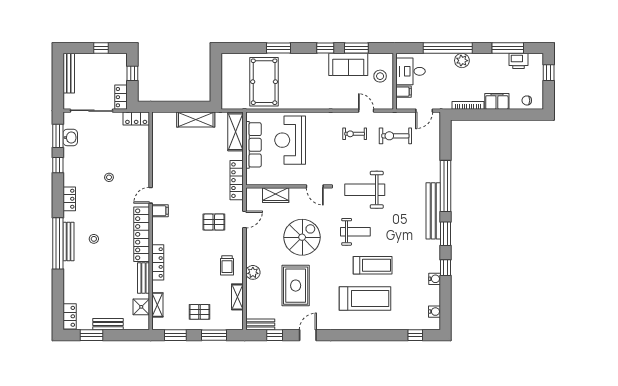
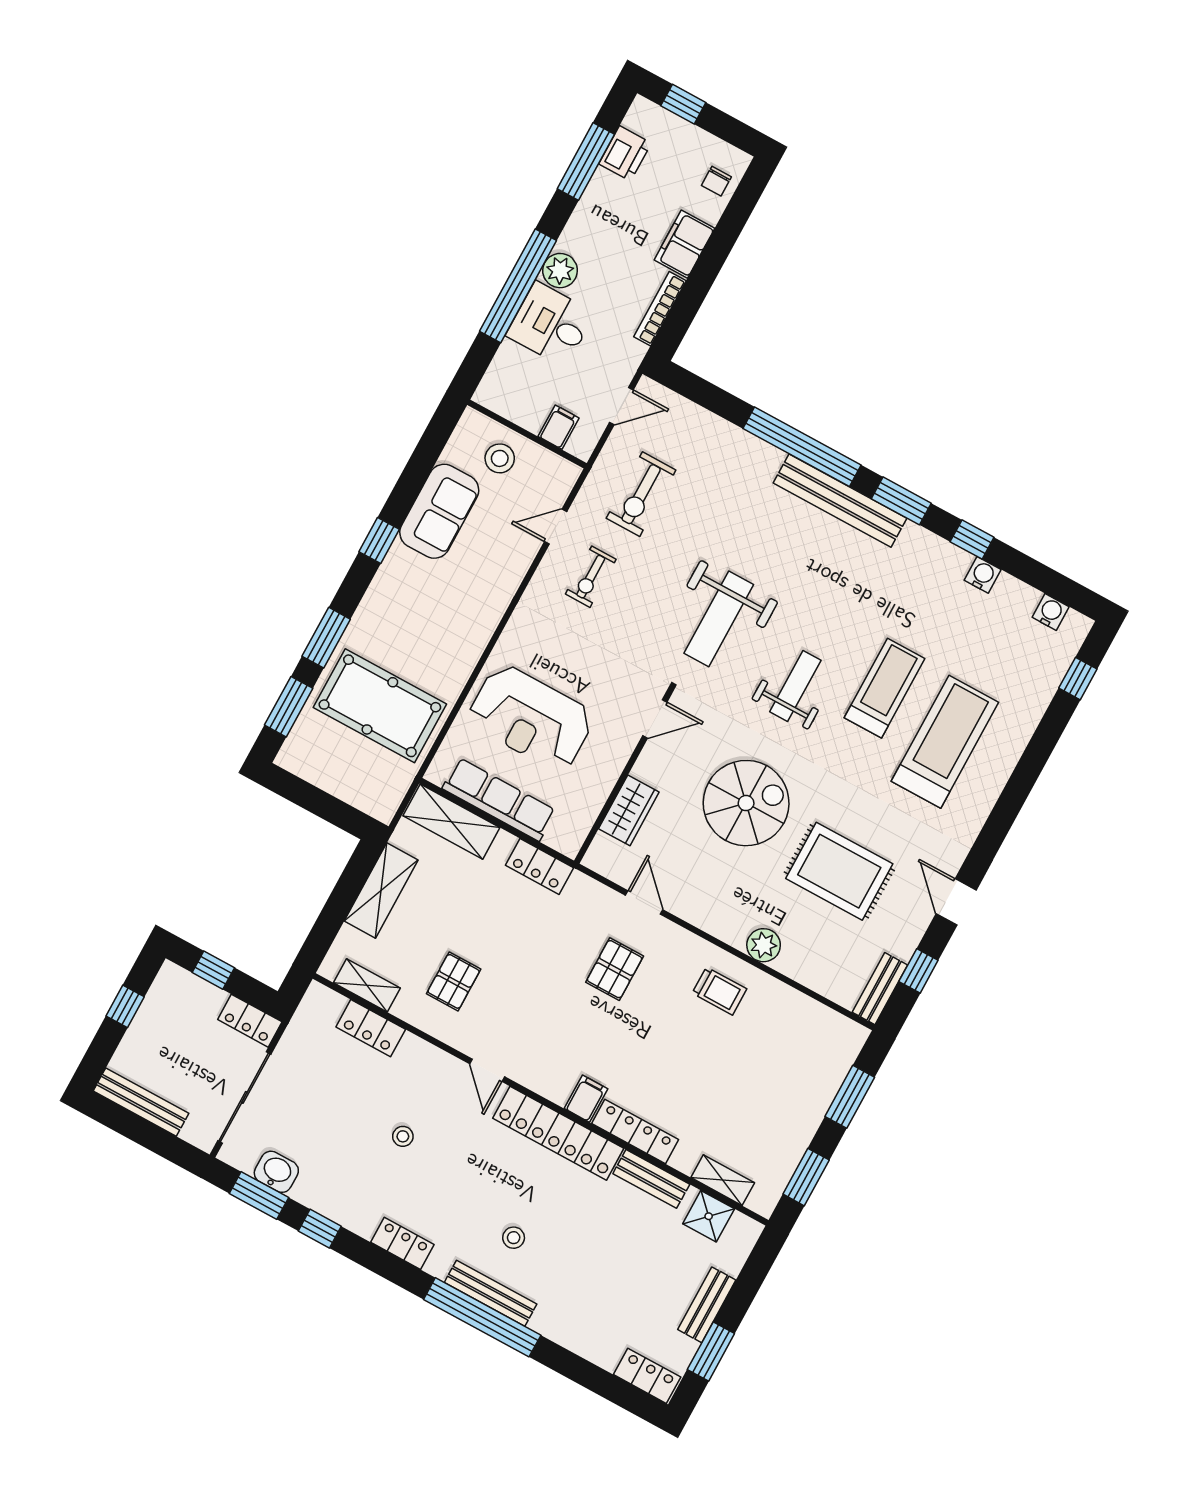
window: (356, 48) -> (289, 707), moved
desk: (411, 71) -> (550, 324), moved, turned 90
door: (424, 111) -> (621, 406), hinge flipped
locker: (136, 119) -> (371, 1028), moved, turned 90
locker: (237, 180) -> (539, 866), width x0.66
filing cabinet: (160, 211) -> (586, 1099), moved
spiral stairs: (302, 237) -> (746, 803), turned 90
shelving: (237, 297) -> (367, 985), moved
pallet: (199, 312) -> (454, 981), moved

